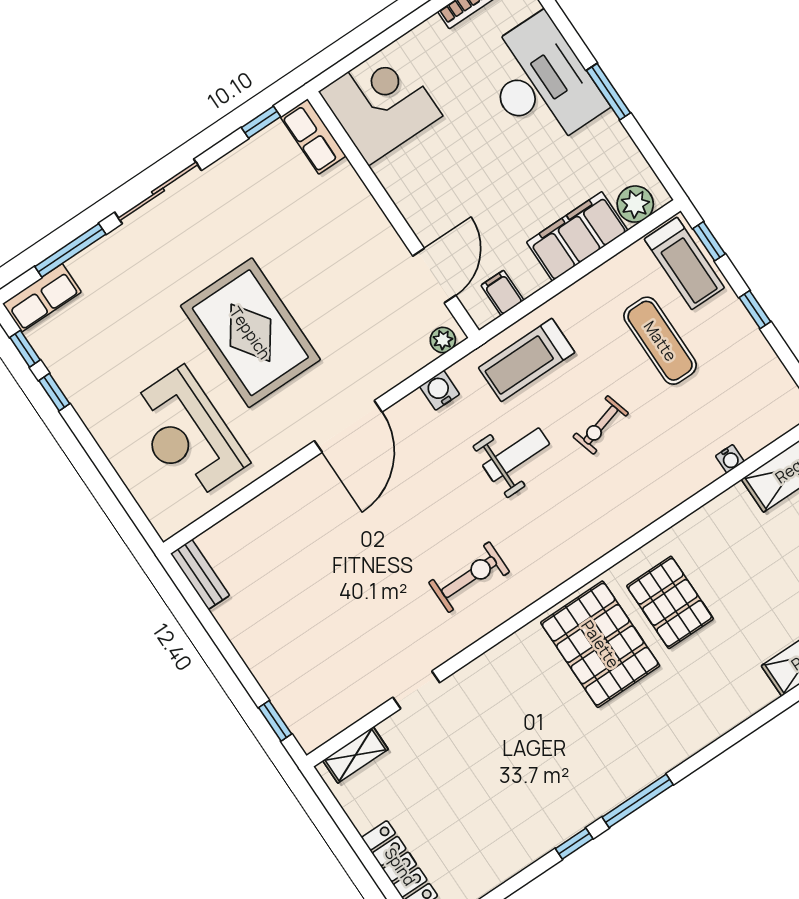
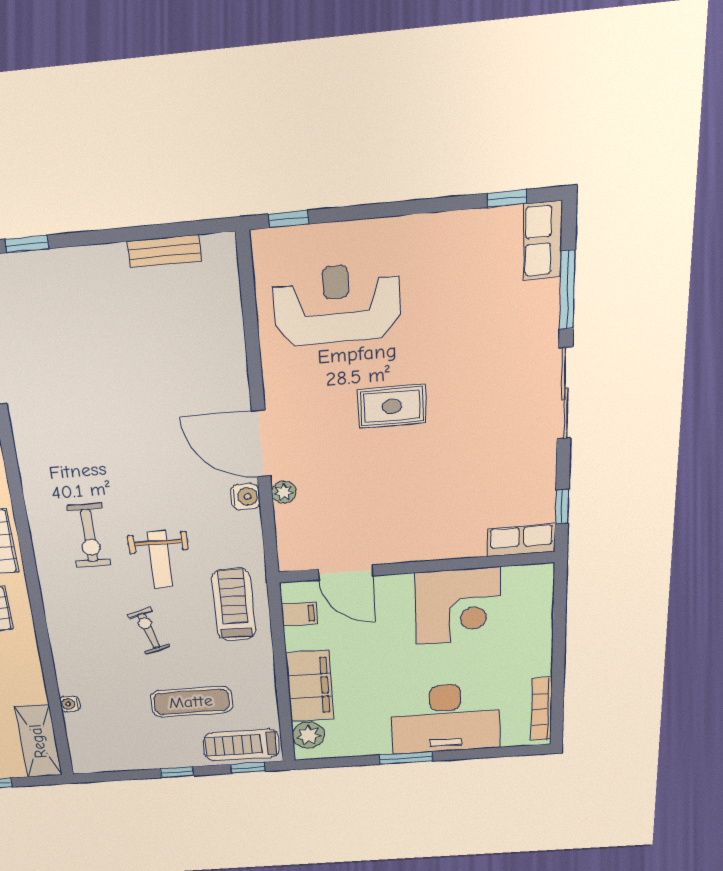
corner desk: (381, 104) -> (458, 606), moved
rug: (250, 333) -> (392, 406), width x0.54, depth x0.49
plant: (443, 340) -> (284, 492), moved
water cooler: (440, 390) -> (245, 497), moved
window: (54, 392) -> (289, 219), moved
bench: (200, 574) -> (164, 251), moved
exercise bike: (469, 577) -> (89, 536), moved

